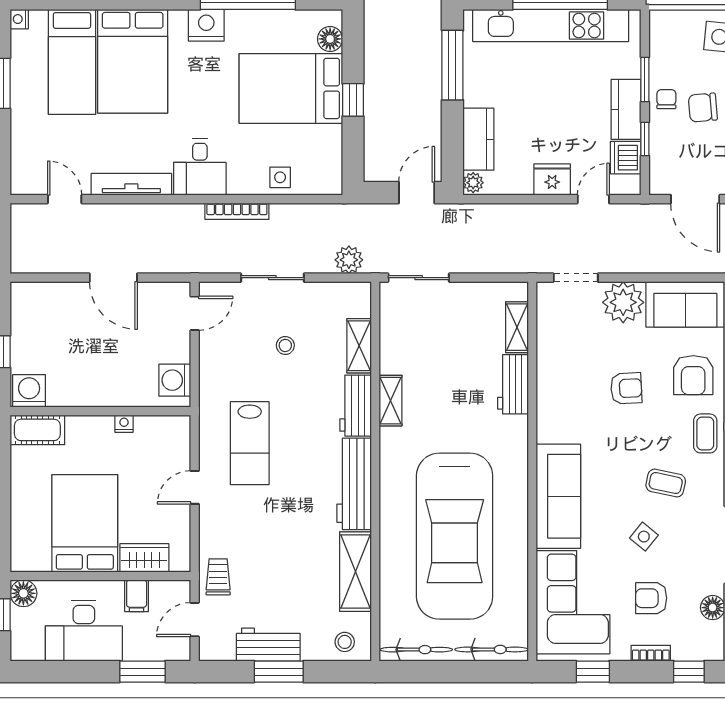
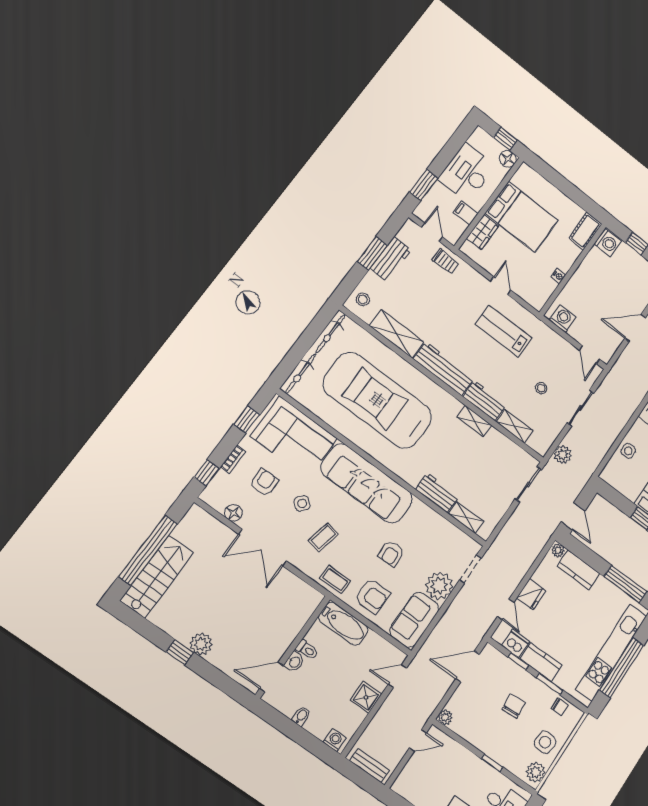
chair: (666, 99) -> (559, 707), moved
bookcase: (237, 211) -> (626, 416), removed
armchair: (693, 375) -> (372, 596), turned 180
sofa: (558, 496) -> (367, 483), width x1.36, depth x1.27

